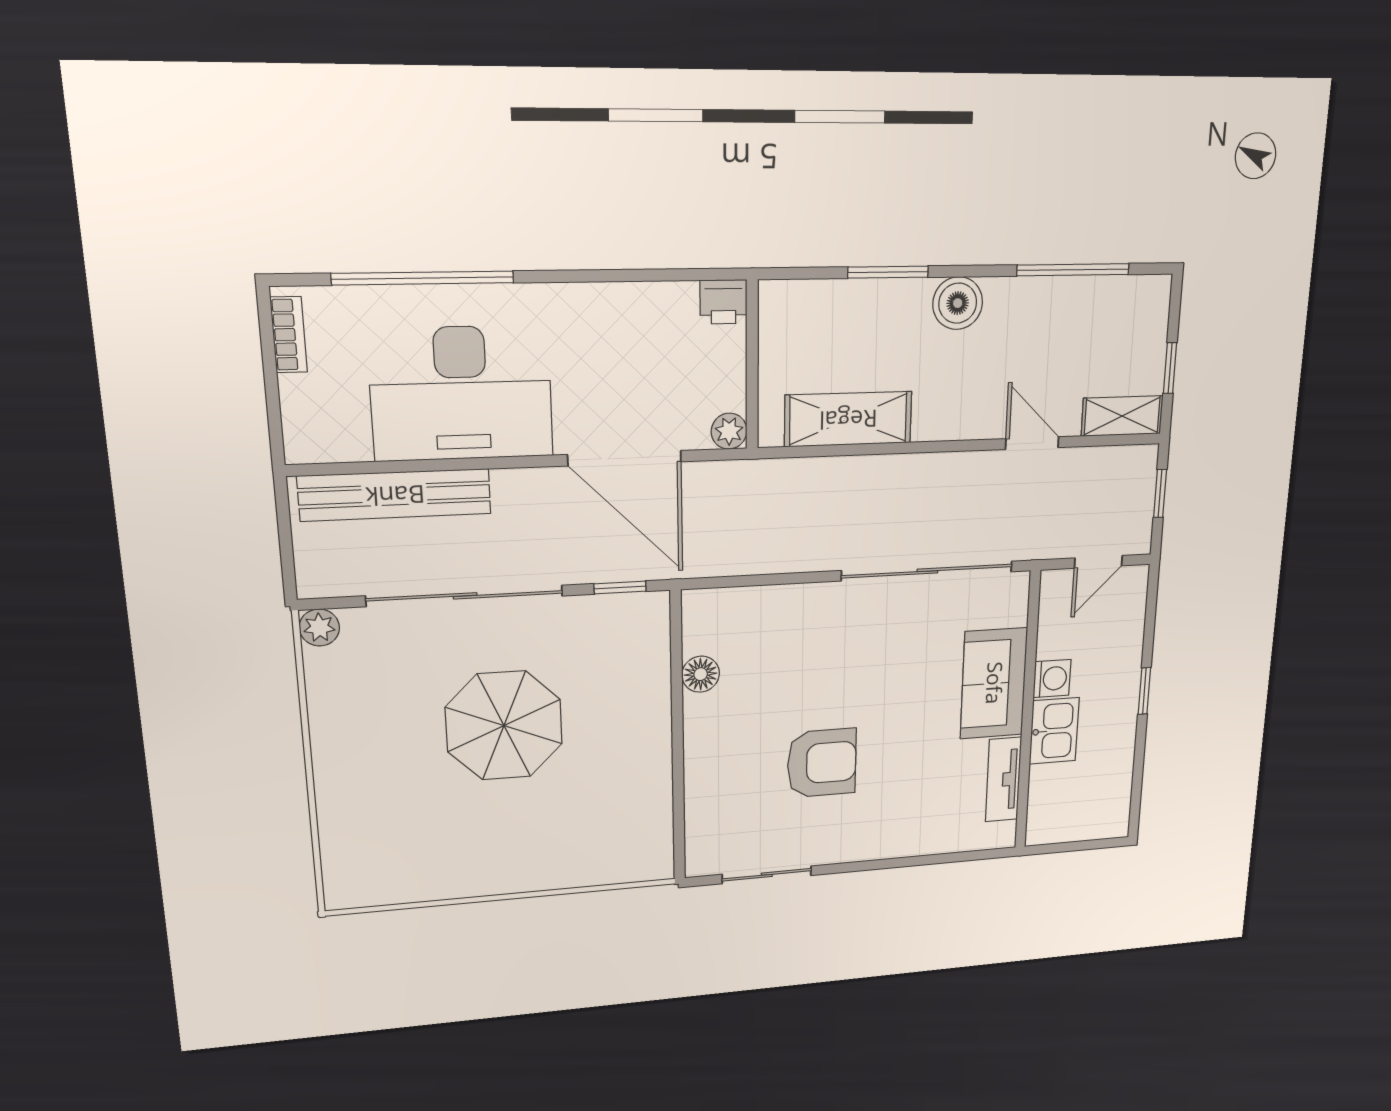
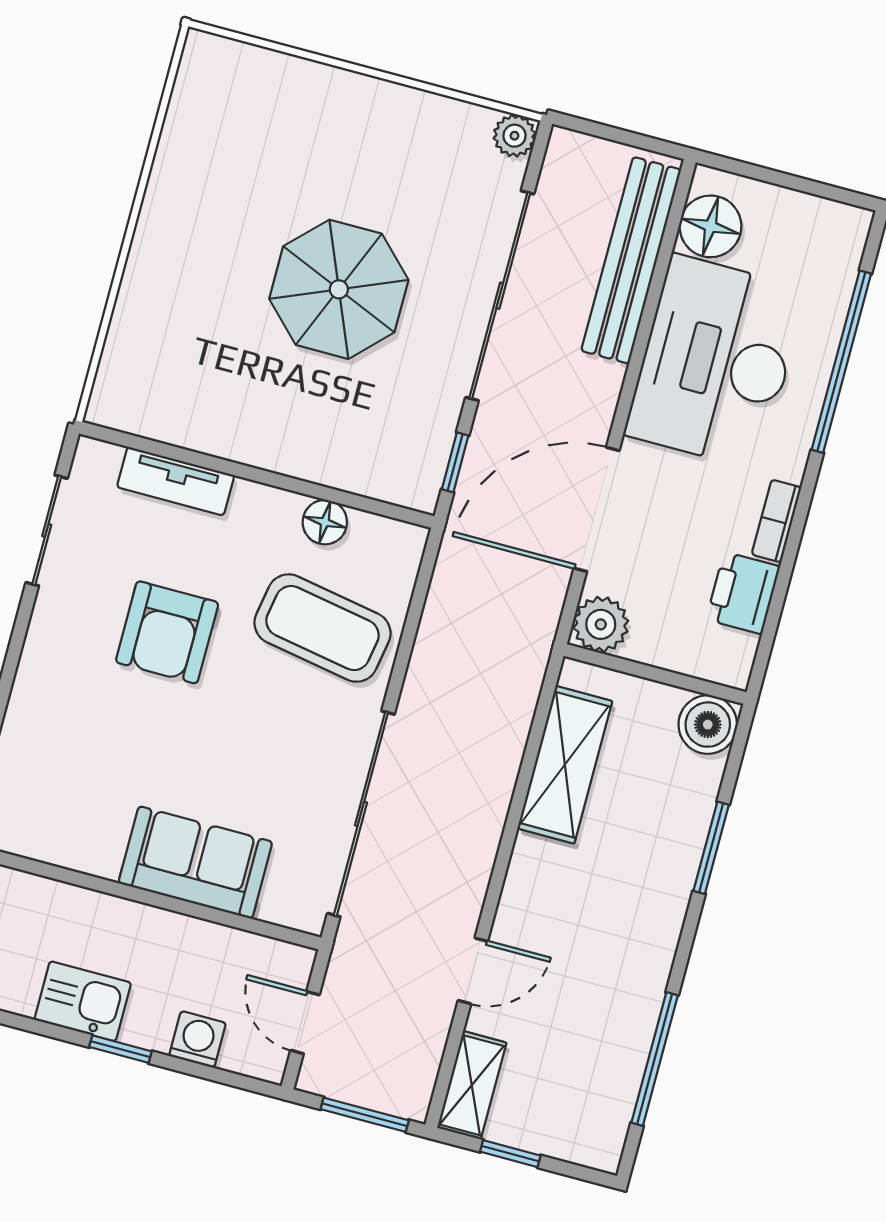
printer: (724, 302) -> (743, 593), moved, width x1.36, depth x1.24
boiler: (958, 303) -> (708, 725), moved
bookcase: (289, 335) -> (776, 521), moved, turned 90
plant: (729, 431) -> (601, 624), width x1.38, depth x1.38
floor lamp: (339, 434) -> (710, 226), added
window: (1160, 493) -> (365, 1115), width x1.50
coffee table: (787, 648) -> (323, 628), added
washing machine: (1052, 679) -> (198, 1039), moved, turned 180
kitchen sink: (1054, 731) -> (83, 1001), moved, turned 180
tv unit: (1003, 780) -> (176, 481), moved, turned 180

